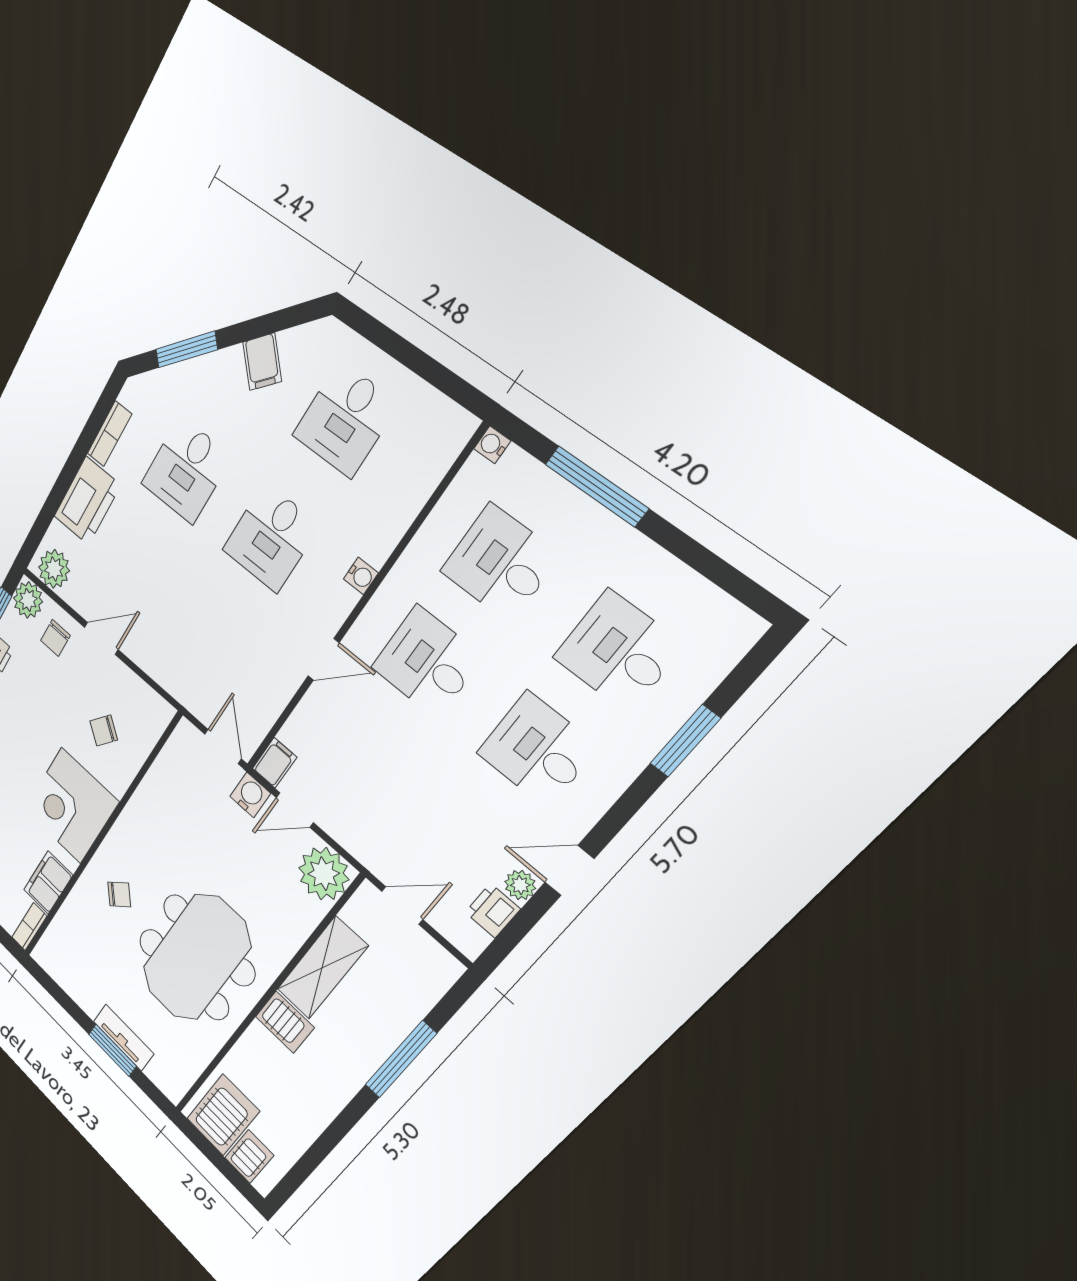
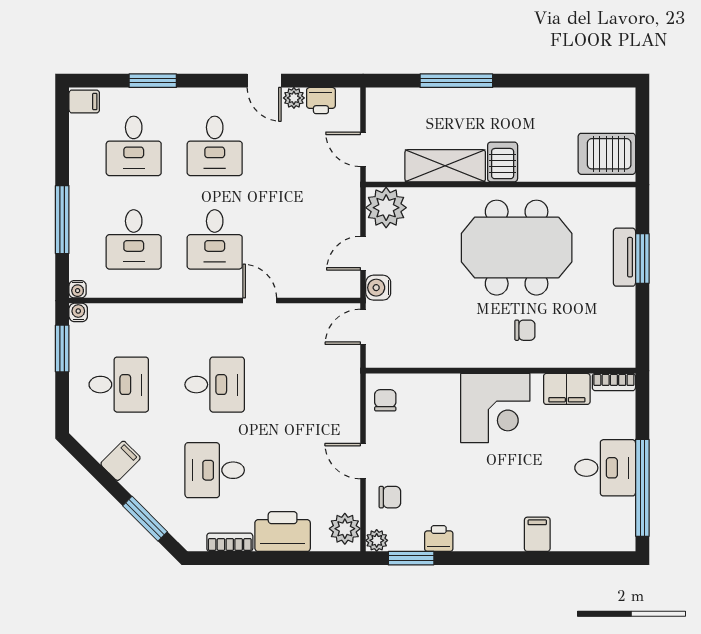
window: (435, 373) -> (62, 348), added
desk: (186, 470) -> (215, 470), turned 180
water cooler: (361, 576) -> (78, 312), moved
plant: (28, 600) -> (377, 540), width x0.73, depth x0.73
chair: (104, 730) -> (385, 400), moved, turned -127
filing cabinet: (275, 763) -> (84, 101), moved, turned 180
door: (295, 810) -> (363, 253), swing flipped
chair: (119, 894) -> (525, 330), turned 131
server rack: (249, 1157) -> (617, 117), removed

